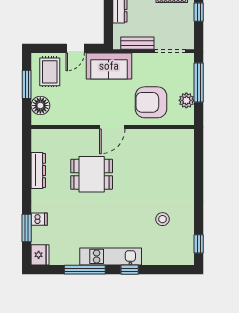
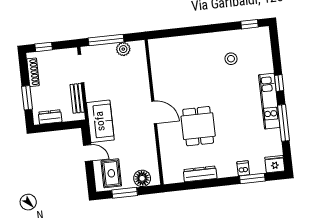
rug: (50, 72) -> (111, 173), turned 90
armchair: (151, 102) -> (128, 80), removed

